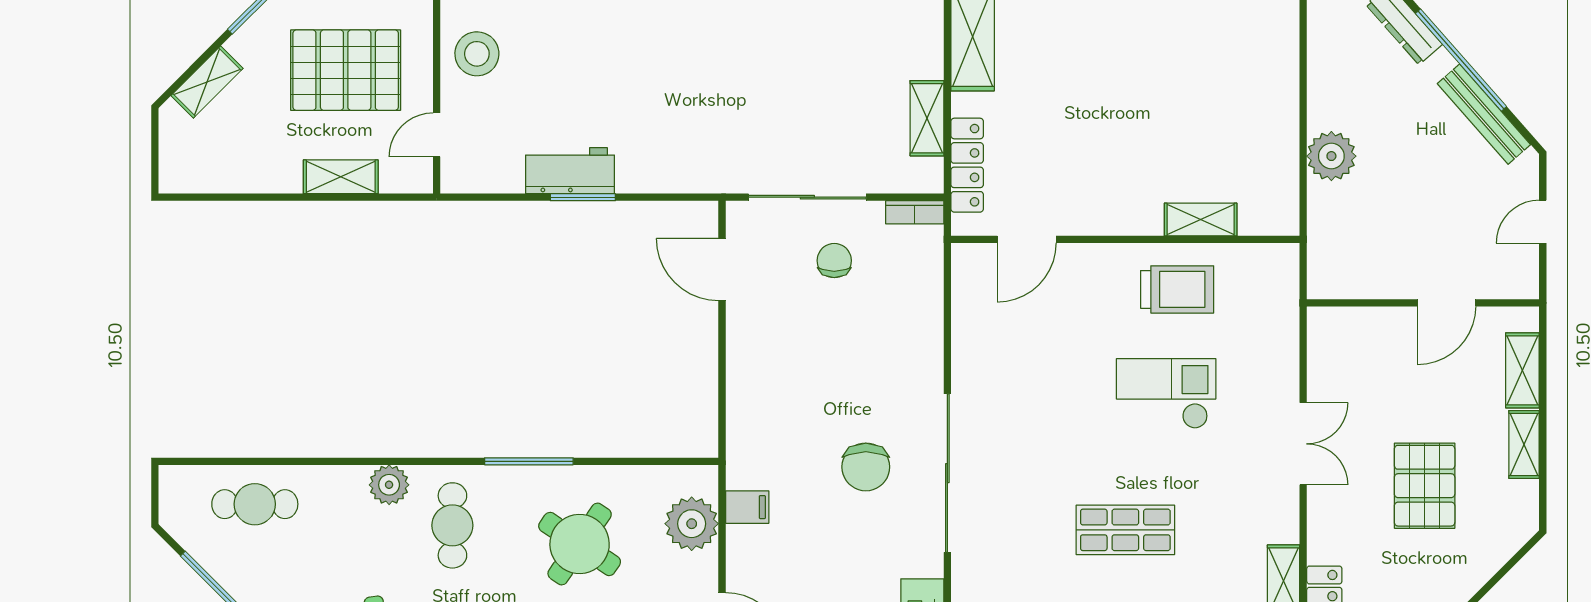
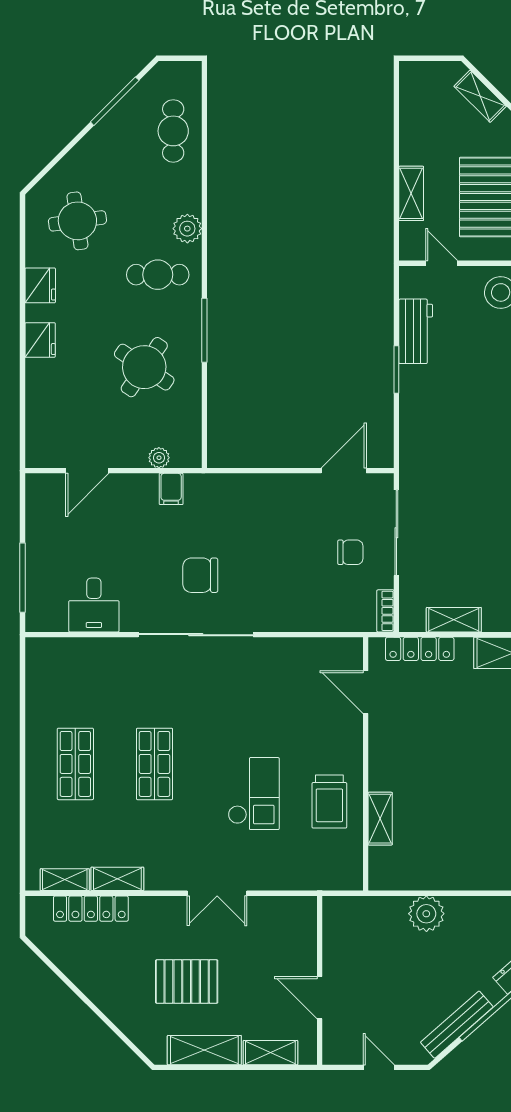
workbench: (570, 171) -> (416, 331), moved
shelving: (1524, 444) -> (204, 1050), width x1.50, depth x1.33
plant: (692, 524) -> (159, 458), width x0.53, depth x0.53

